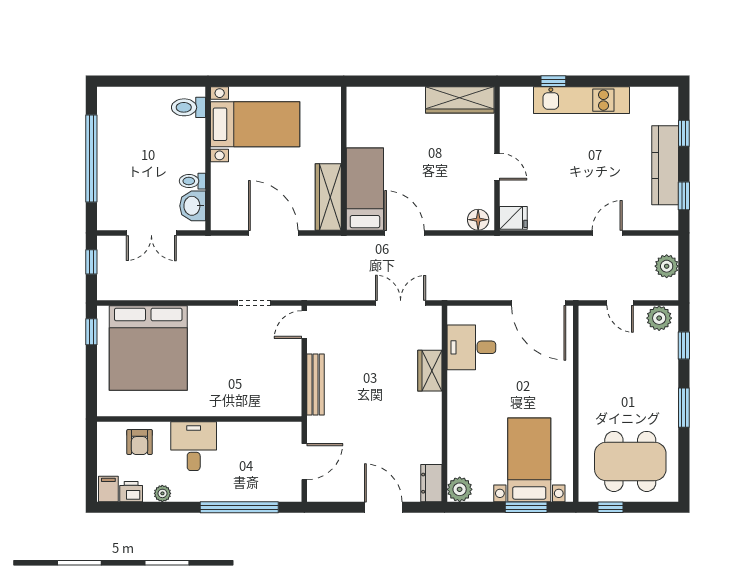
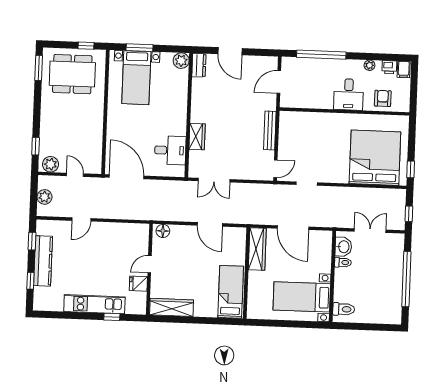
door: (497, 167) -> (150, 264), hinge flipped
bed: (365, 189) -> (231, 292), moved, turned 180
fridge: (513, 218) -> (138, 284), moved
window: (684, 408) -> (39, 68), moved

